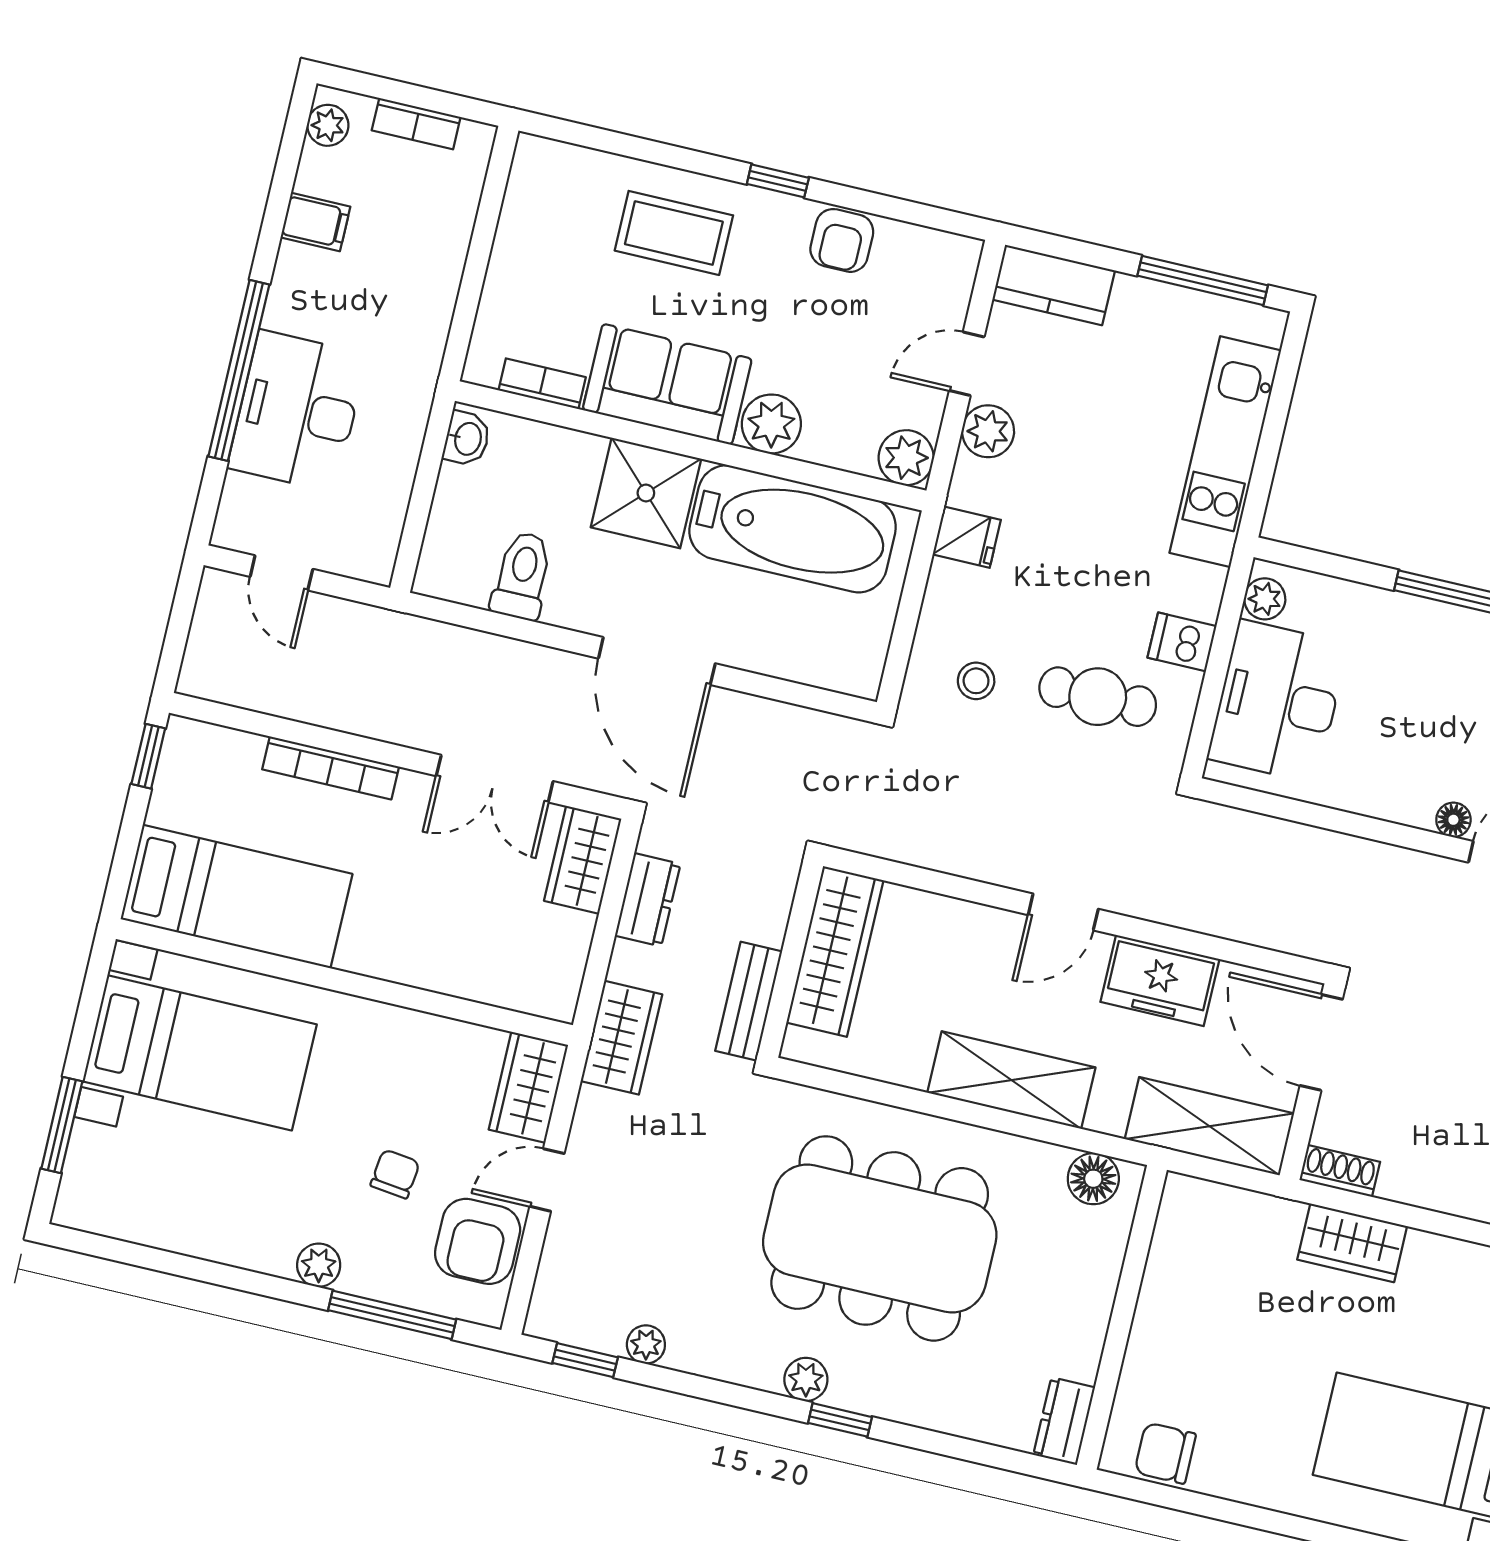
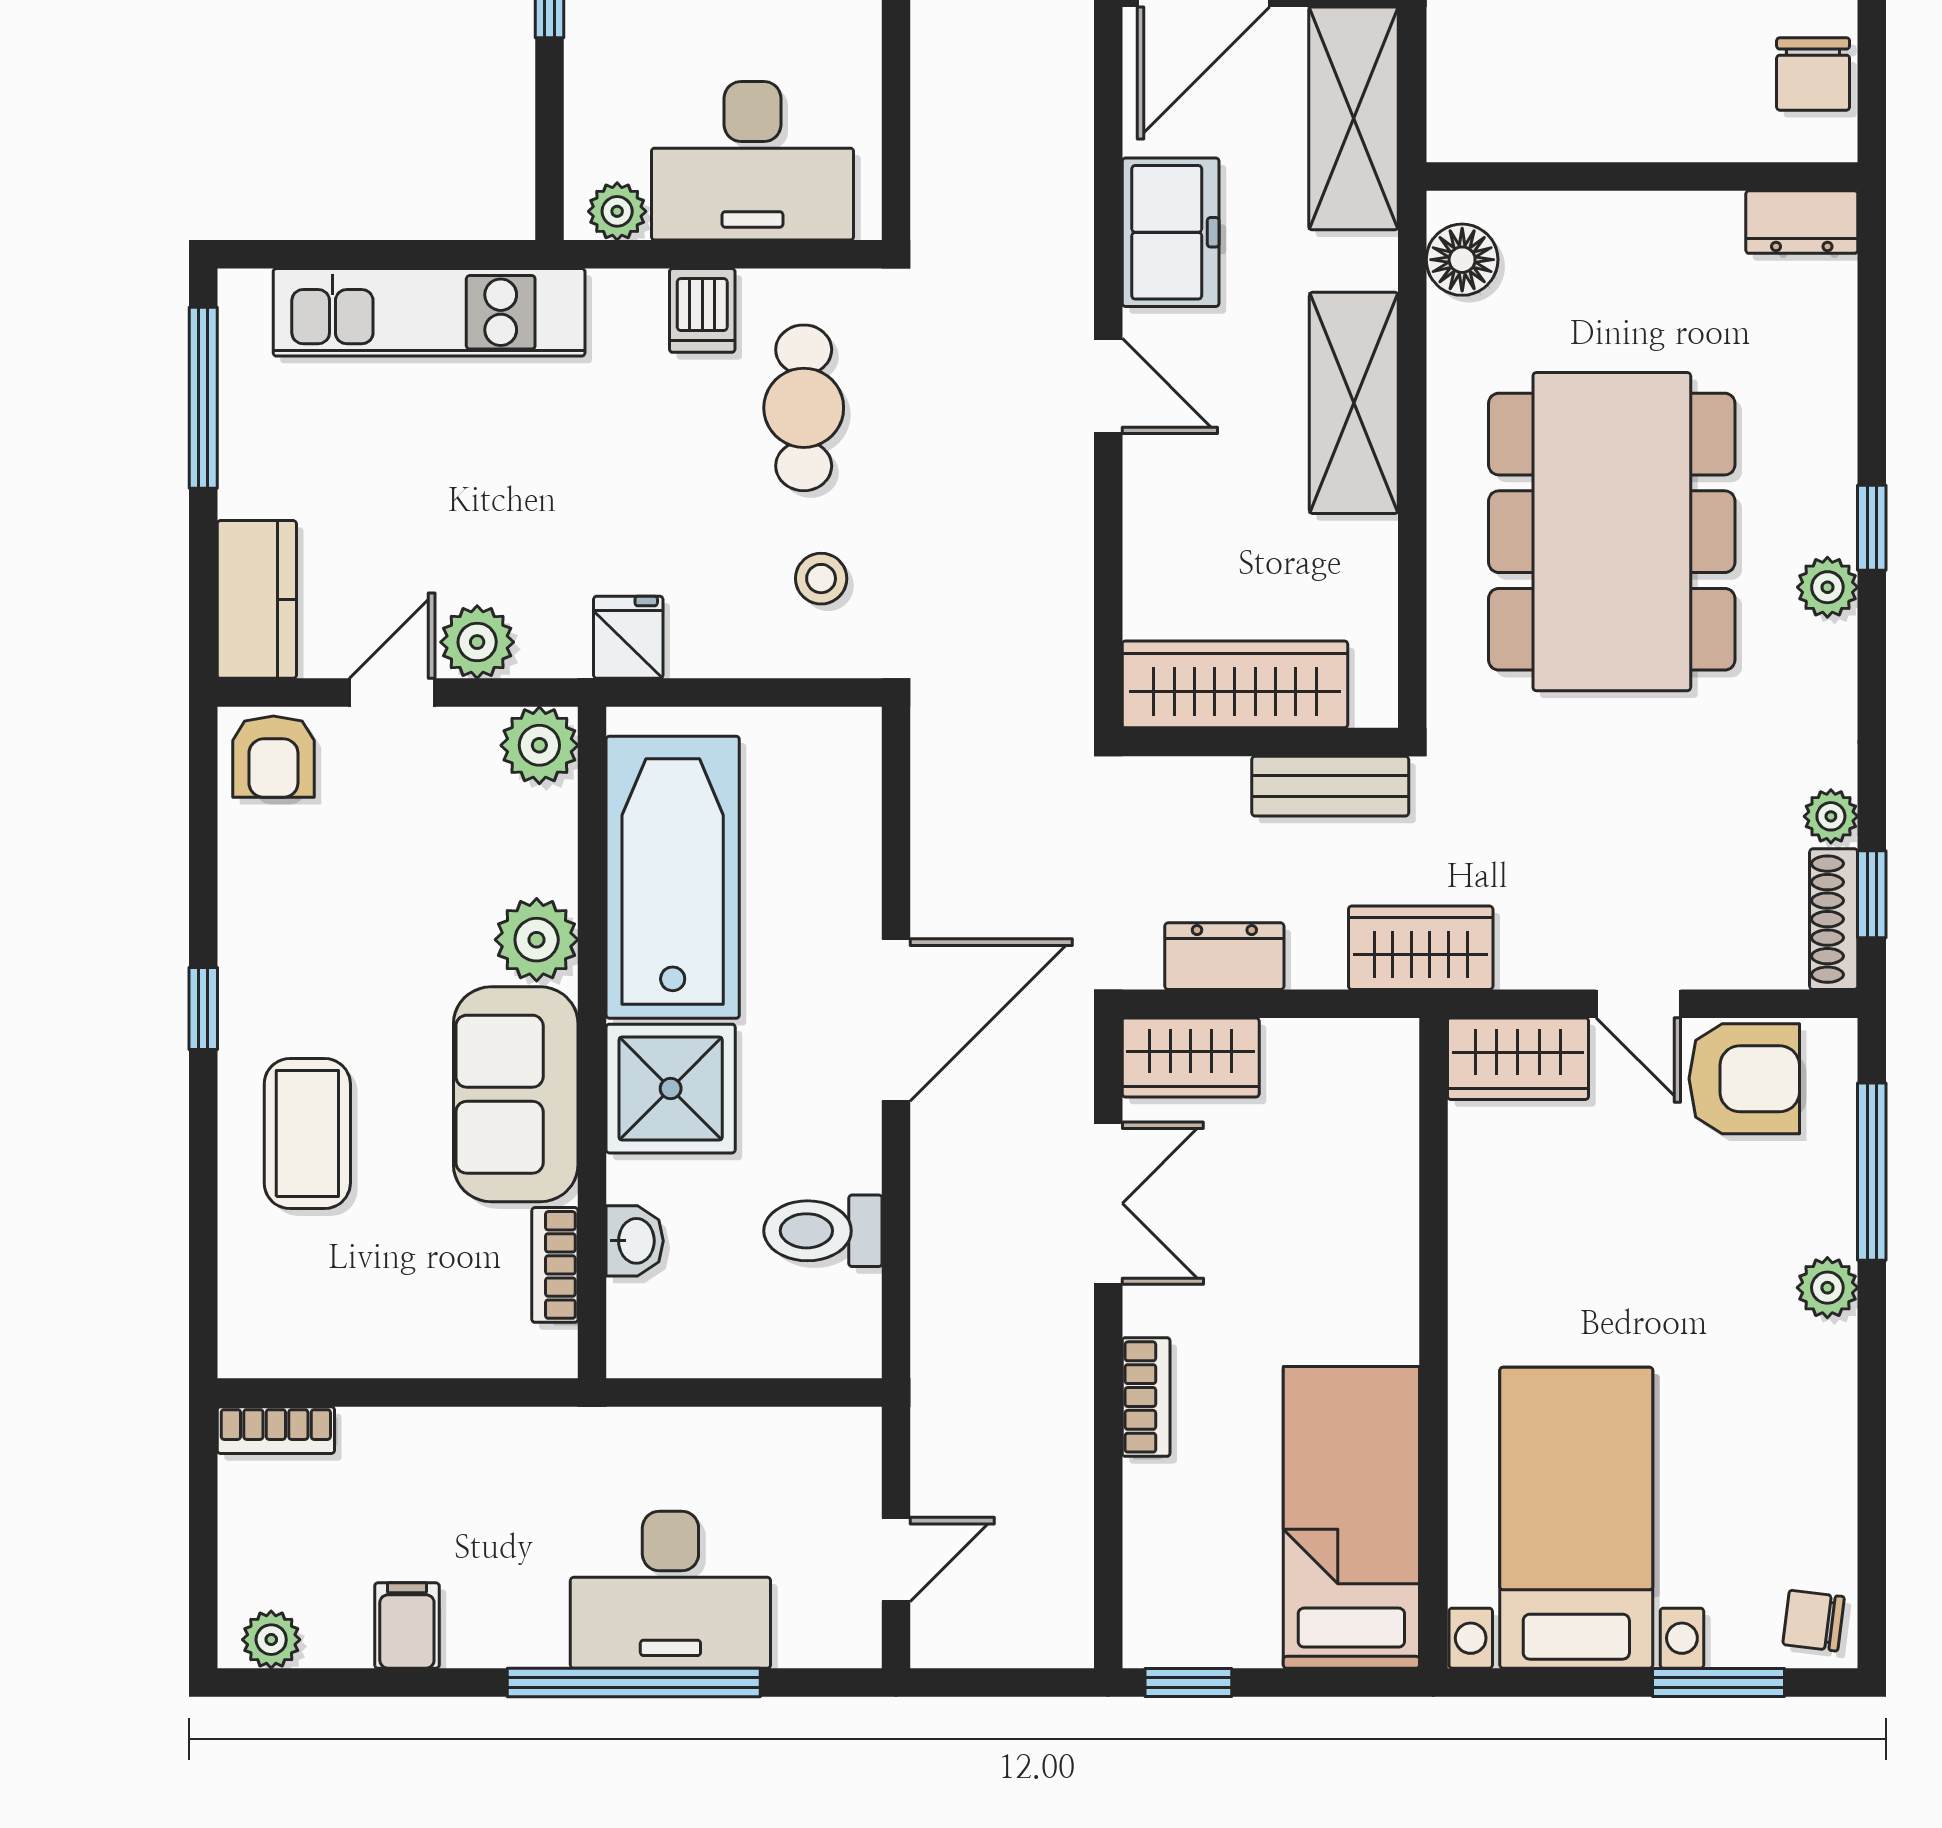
bookcase: (416, 124) -> (276, 1430), moved, turned 90
armchair: (842, 240) -> (273, 757), moved, turned 90
door: (967, 364) -> (392, 693), swing flipped
washbasin: (467, 439) -> (635, 1241), moved, turned 90
bookcase: (331, 768) -> (1146, 1397), width x0.64
chair: (395, 1174) -> (1814, 1621), moved
shoe rack: (574, 1330) -> (1834, 919), added

